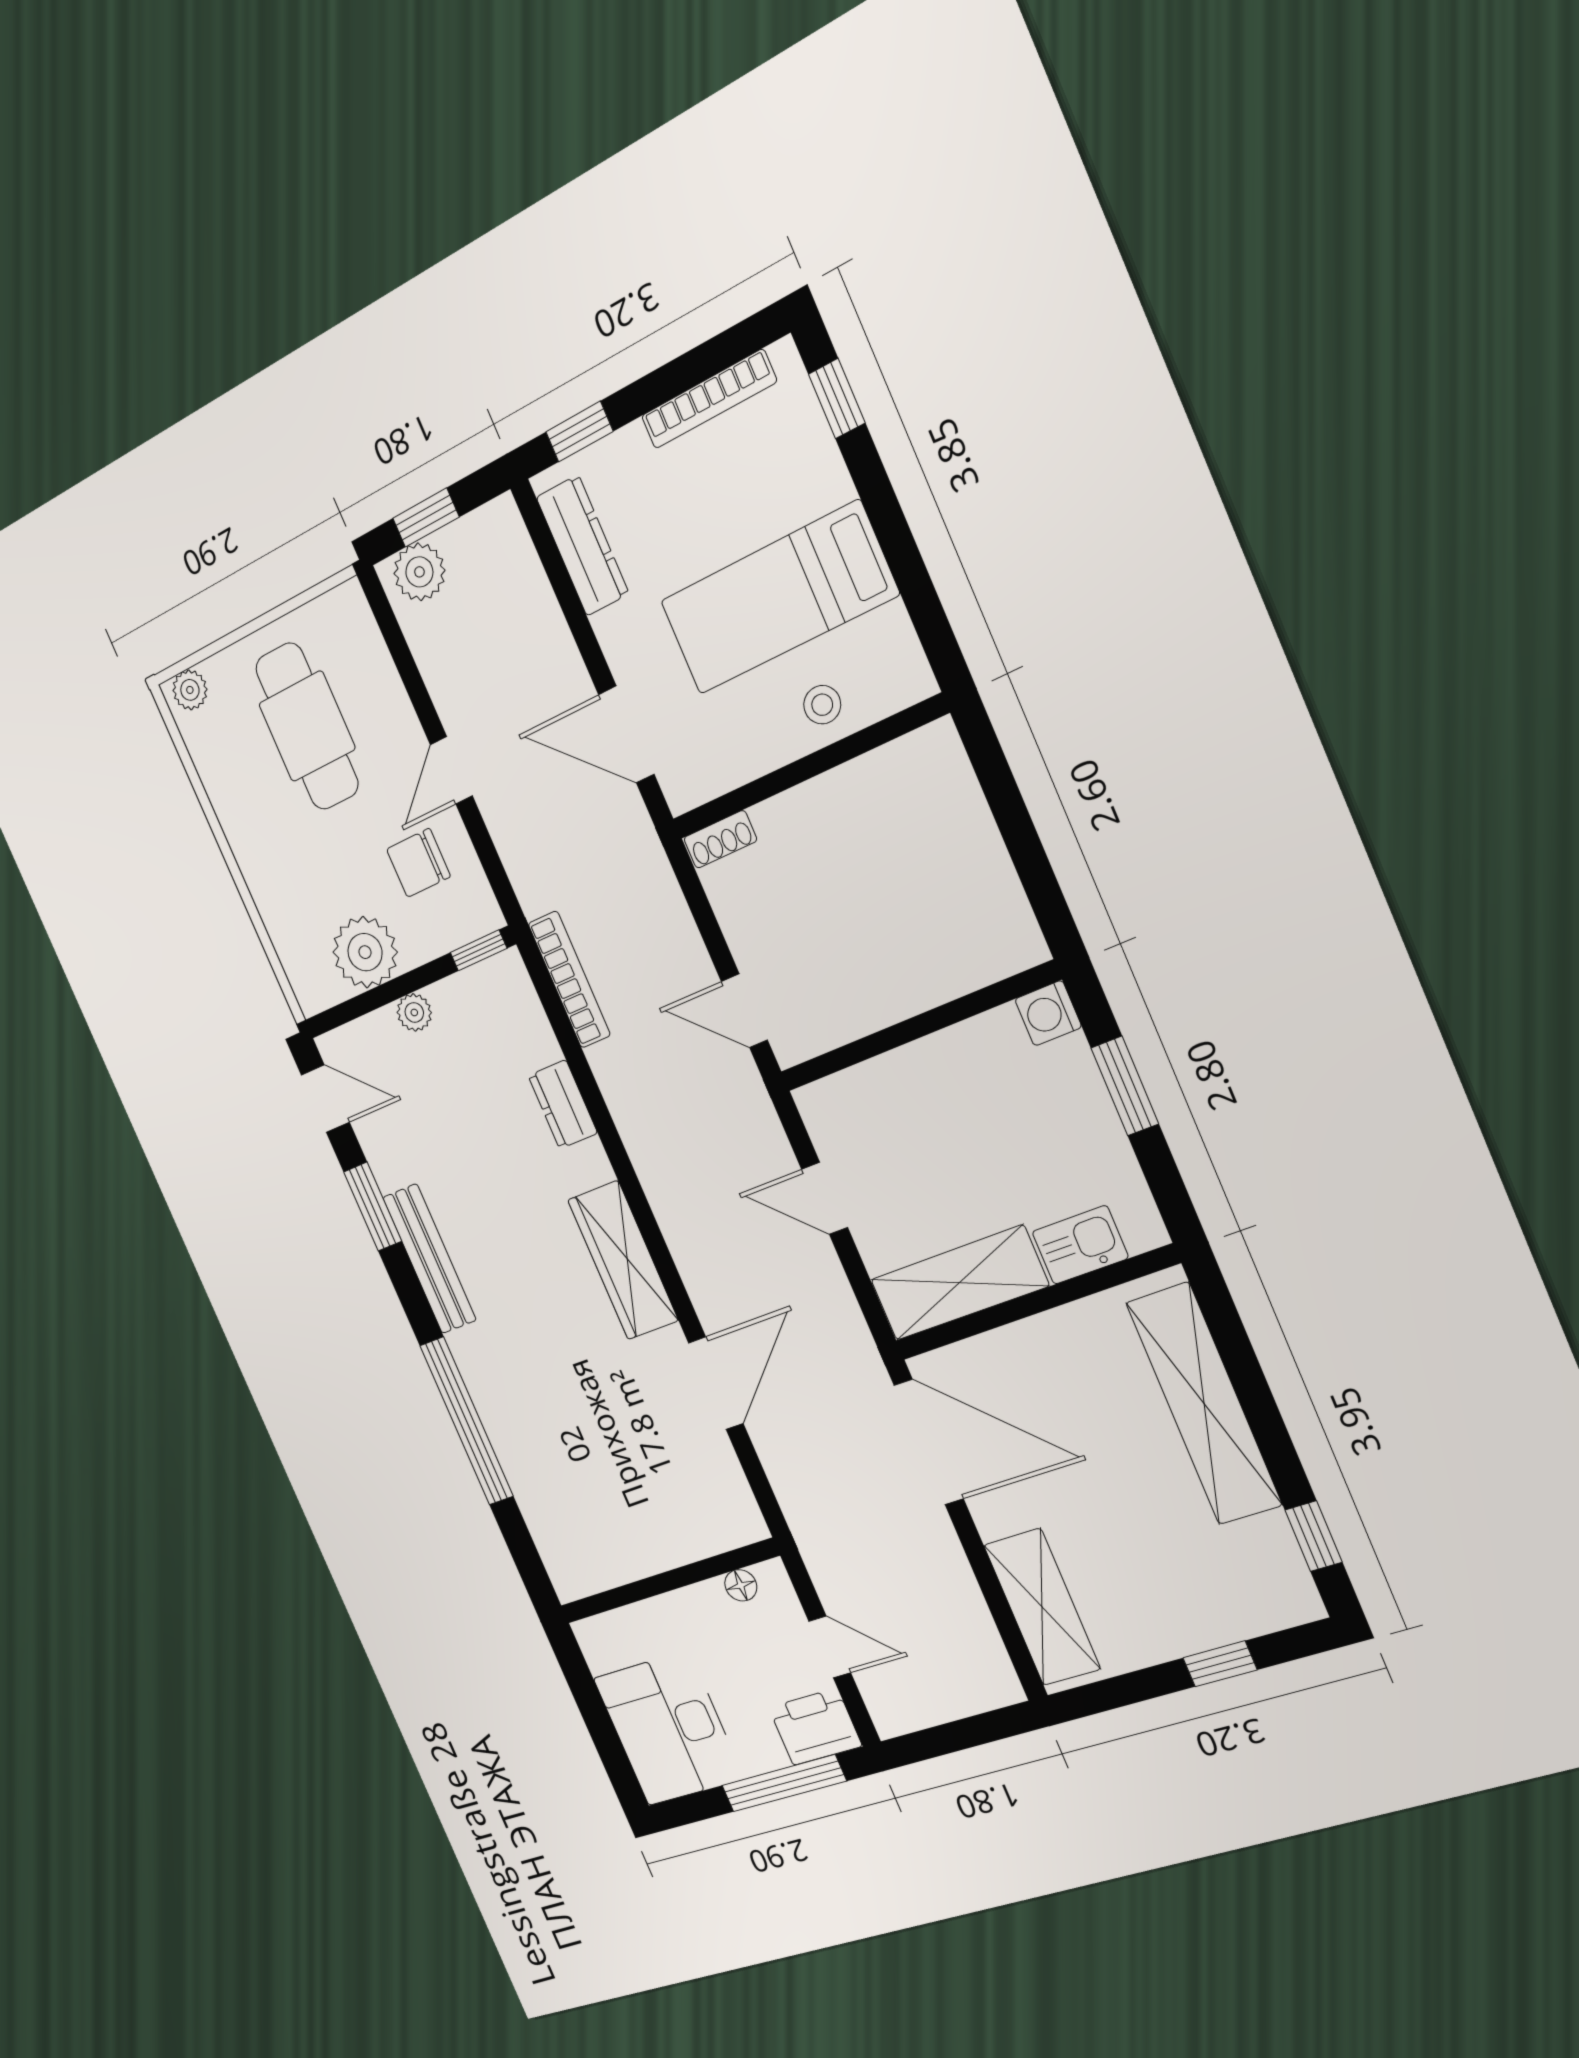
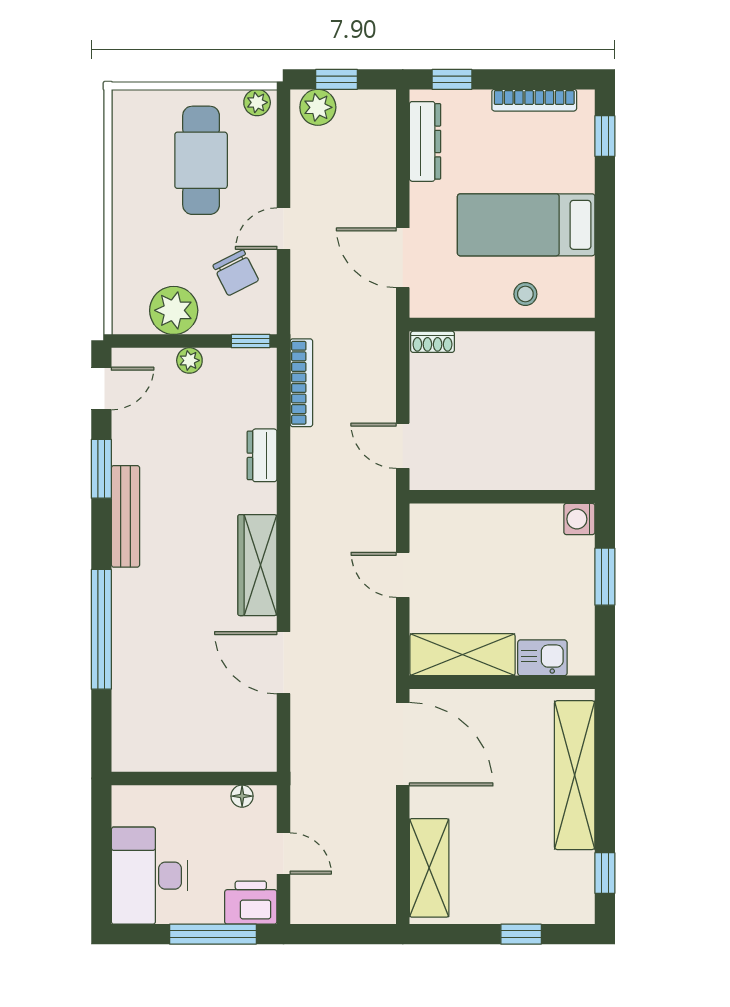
plant: (190, 690) -> (257, 102), moved
chair: (418, 863) -> (236, 273), turned -117
door: (325, 1099) -> (101, 388), hinge flipped
door: (716, 1383) -> (284, 663), swing flipped

